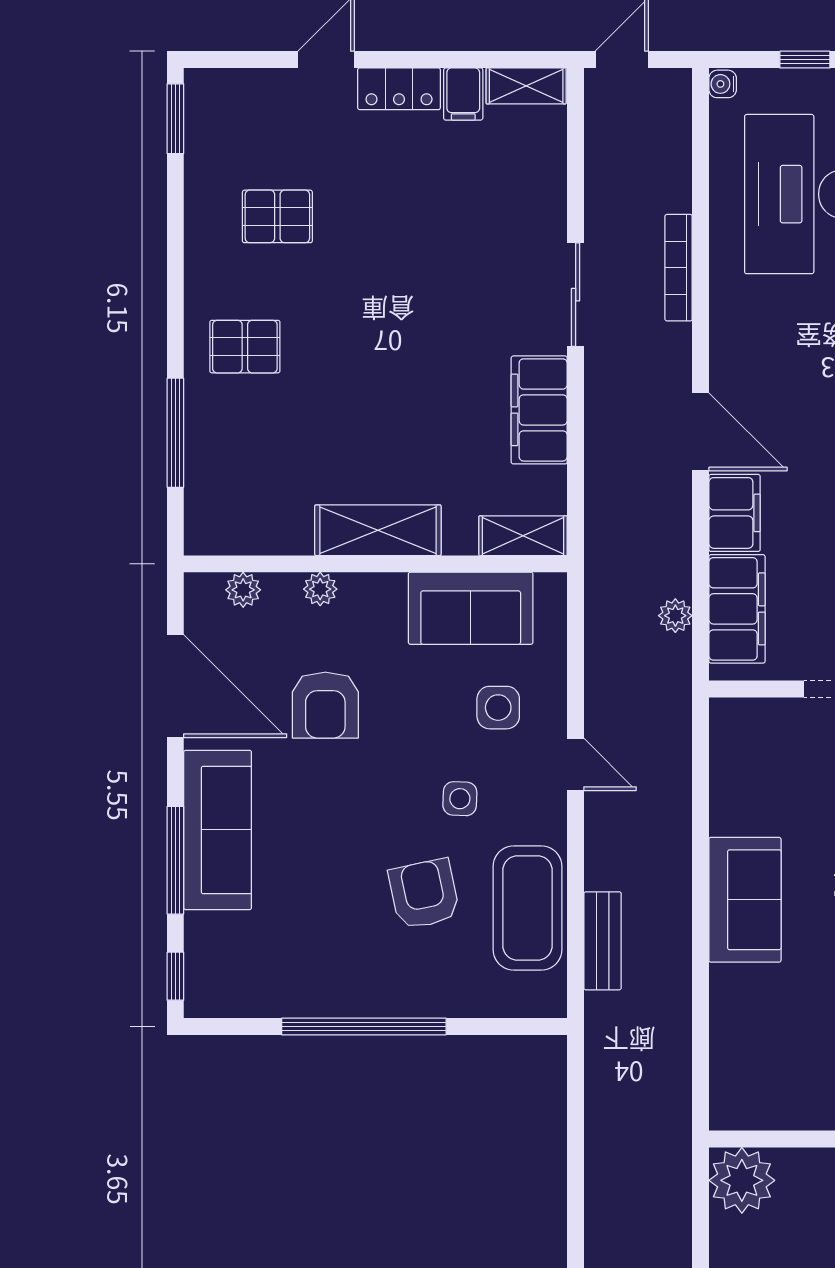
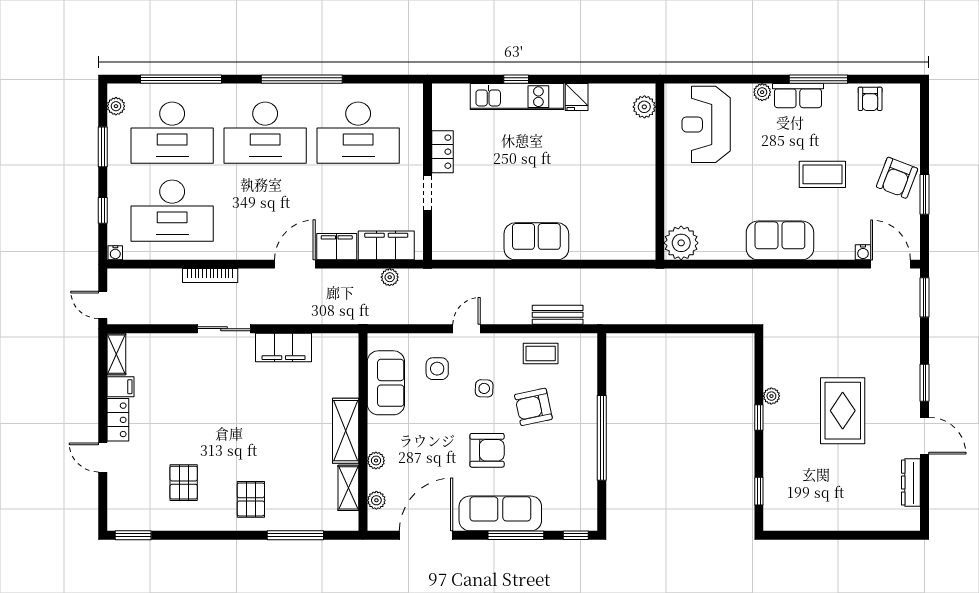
shelving: (523, 536) -> (348, 488), moved
armchair: (325, 705) -> (487, 450), moved
coffee table: (527, 908) -> (541, 354), width x0.54, depth x0.58

